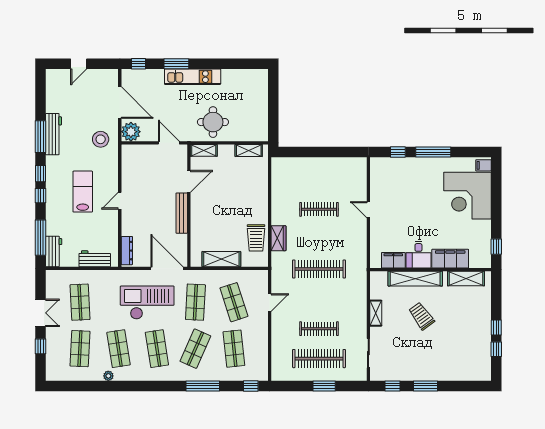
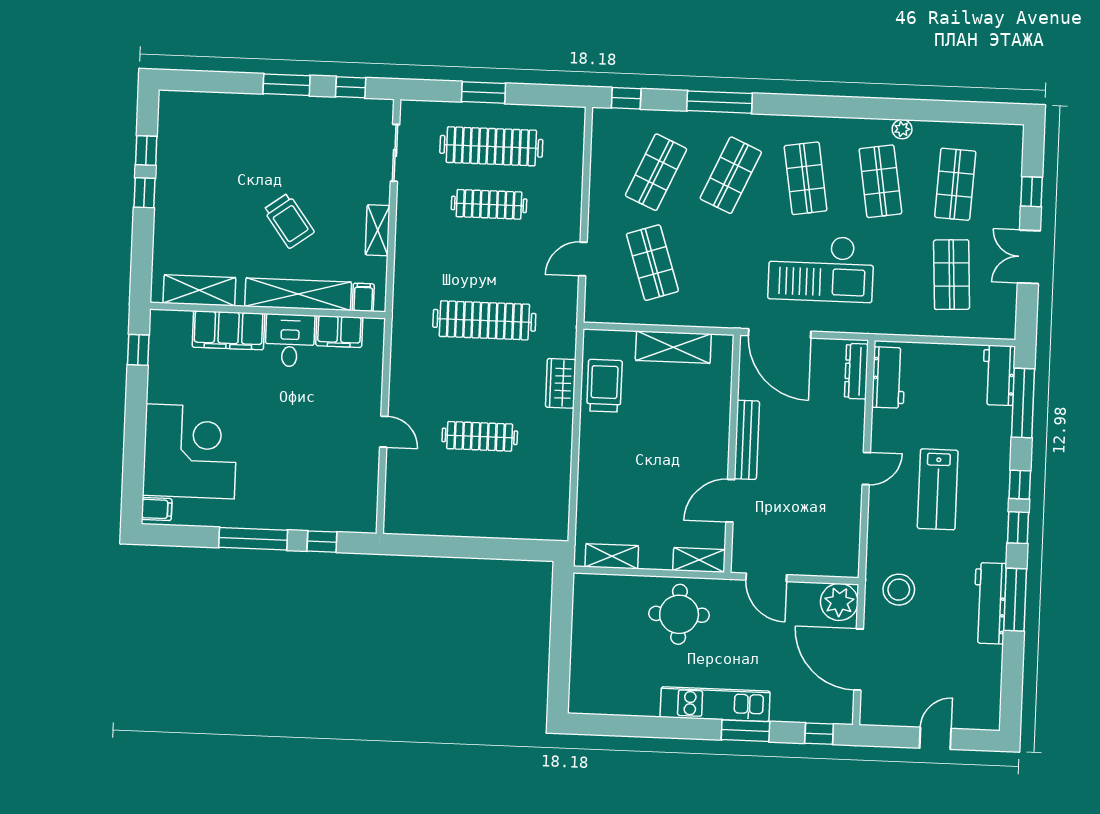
workbench: (95, 259) -> (889, 378), moved, turned -90
filing cabinet: (382, 278) -> (363, 297), added
shop shelf: (195, 302) -> (727, 266), removed
shop shelf: (234, 349) -> (656, 172), turned 30

